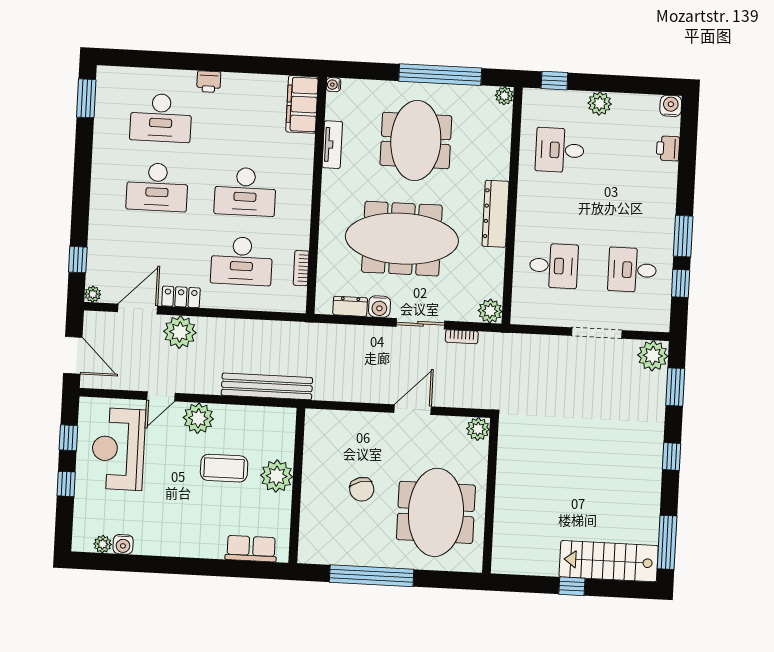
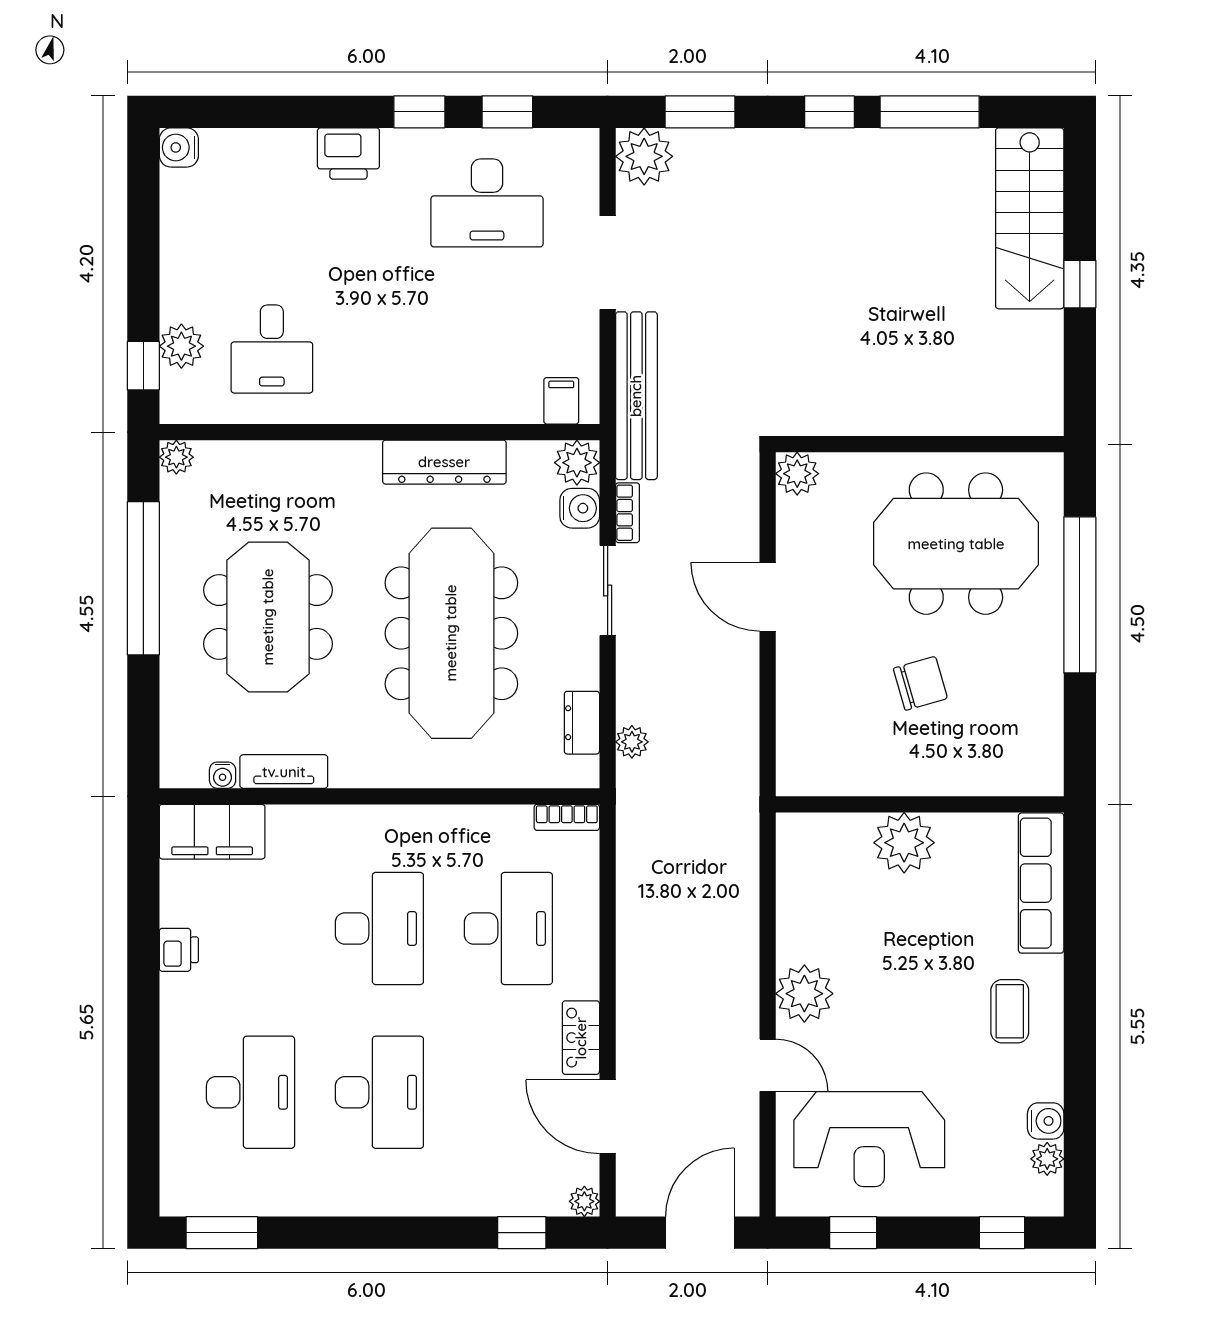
printer: (209, 82) -> (179, 950), moved
water cooler: (333, 85) -> (223, 775), moved
plant: (600, 103) -> (181, 346), moved
meeting table: (416, 141) -> (268, 617), turned 90
printer: (668, 148) -> (348, 154), moved, width x1.36, depth x1.24
dresser: (495, 214) -> (444, 462), moved
window: (683, 236) -> (419, 112), width x0.67
desk: (554, 266) -> (487, 349), removed
bookcase: (301, 268) -> (567, 817), moved
desk: (632, 270) -> (487, 203), width x1.37
filing cabinet: (524, 304) -> (561, 401), added
water cooler: (379, 307) -> (580, 508), moved
plant: (180, 332) -> (632, 742), moved, width x0.53, depth x0.53
bench: (267, 386) -> (636, 396), moved
coffee table: (224, 468) -> (1010, 1011), moved, width x0.73, depth x0.77
window: (66, 484) -> (1002, 1233), moved
window: (667, 542) -> (930, 112), moved
row of seats: (251, 549) -> (1041, 883), width x1.48
window: (372, 576) -> (1080, 595), moved

